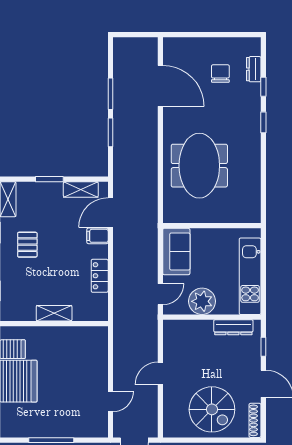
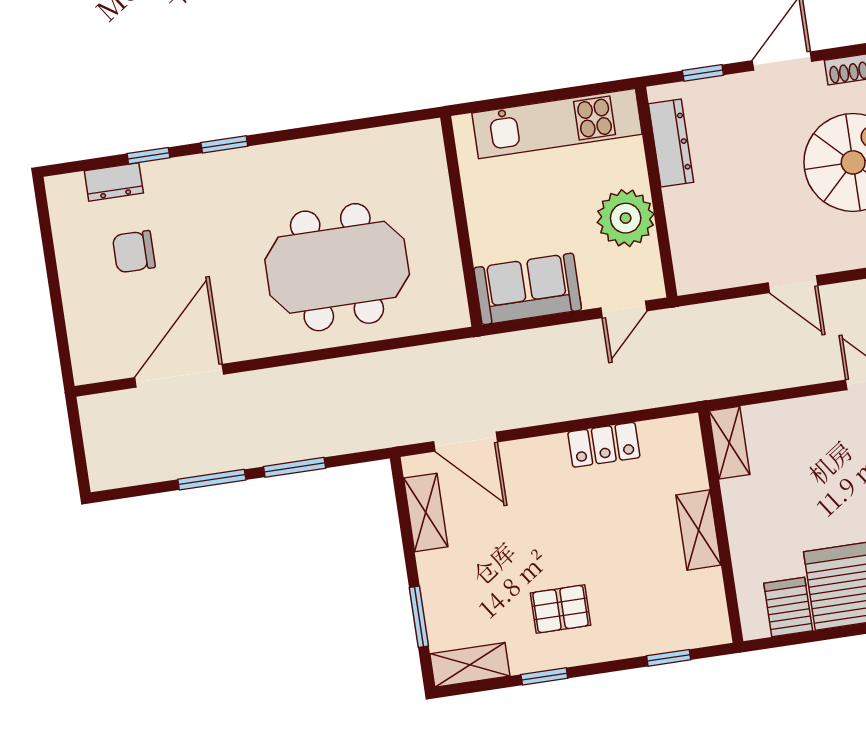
window: (49, 179) -> (419, 617), moved
filing cabinet: (97, 236) -> (519, 462), removed
door: (160, 294) -> (624, 309), swing flipped
shelving: (92, 333) -> (729, 443), added

